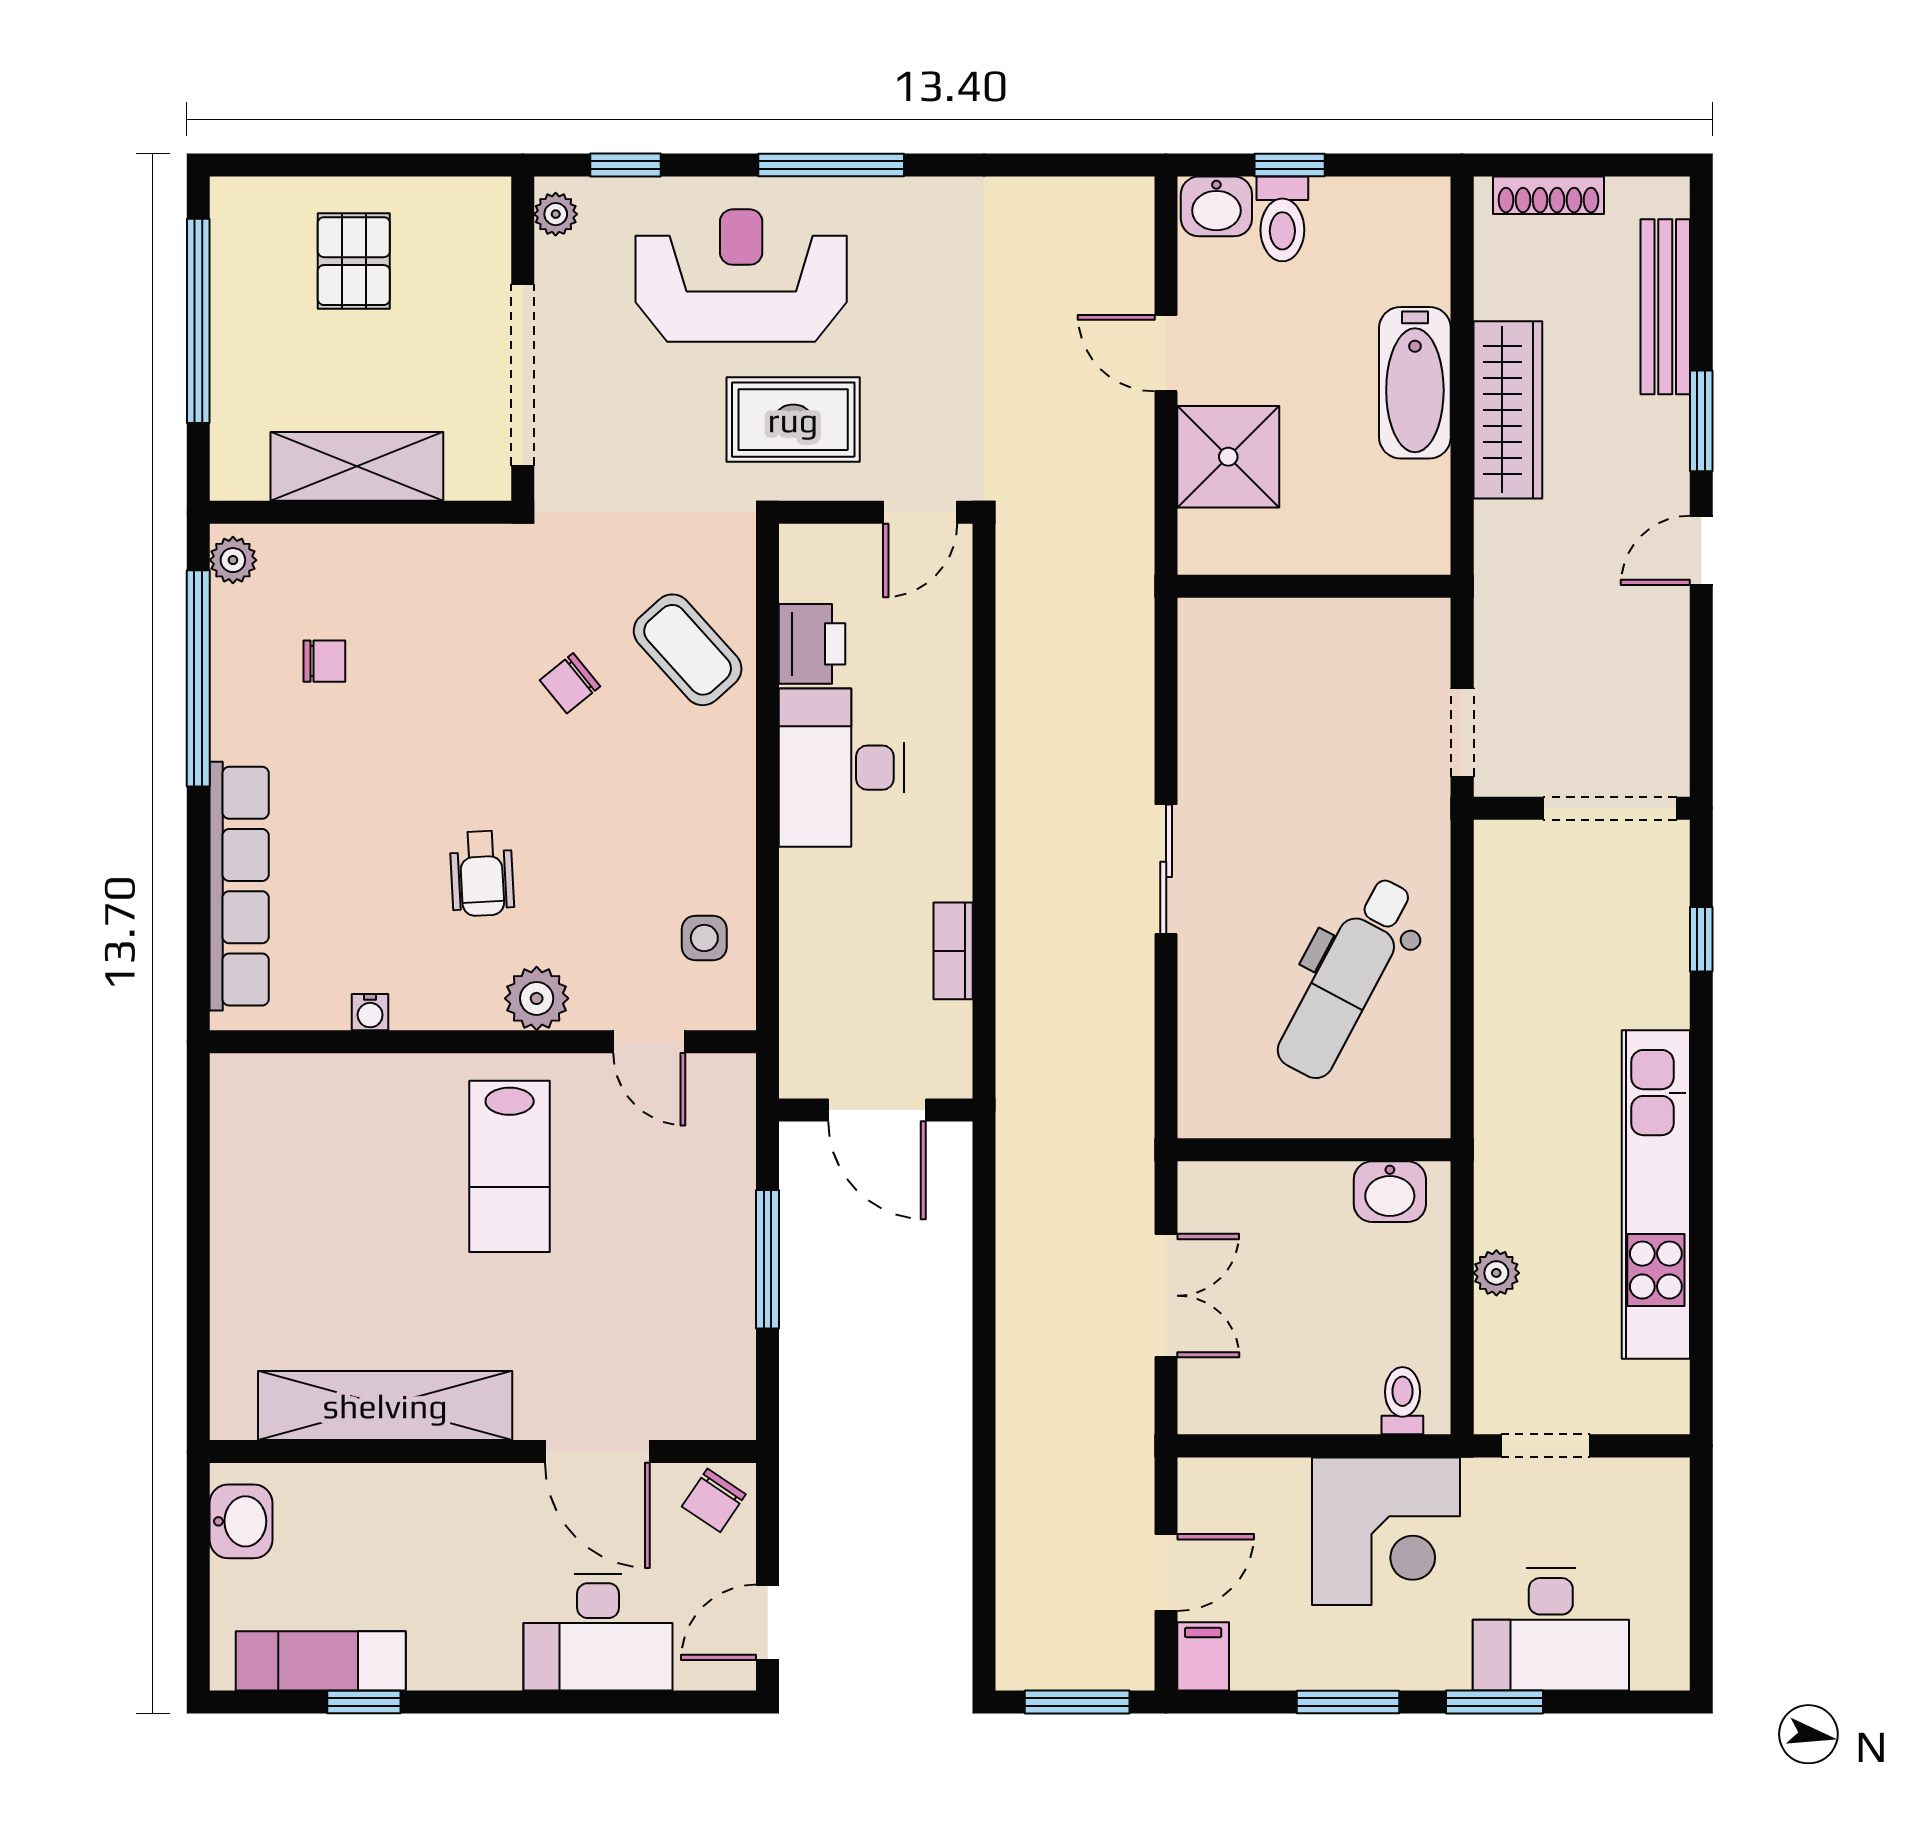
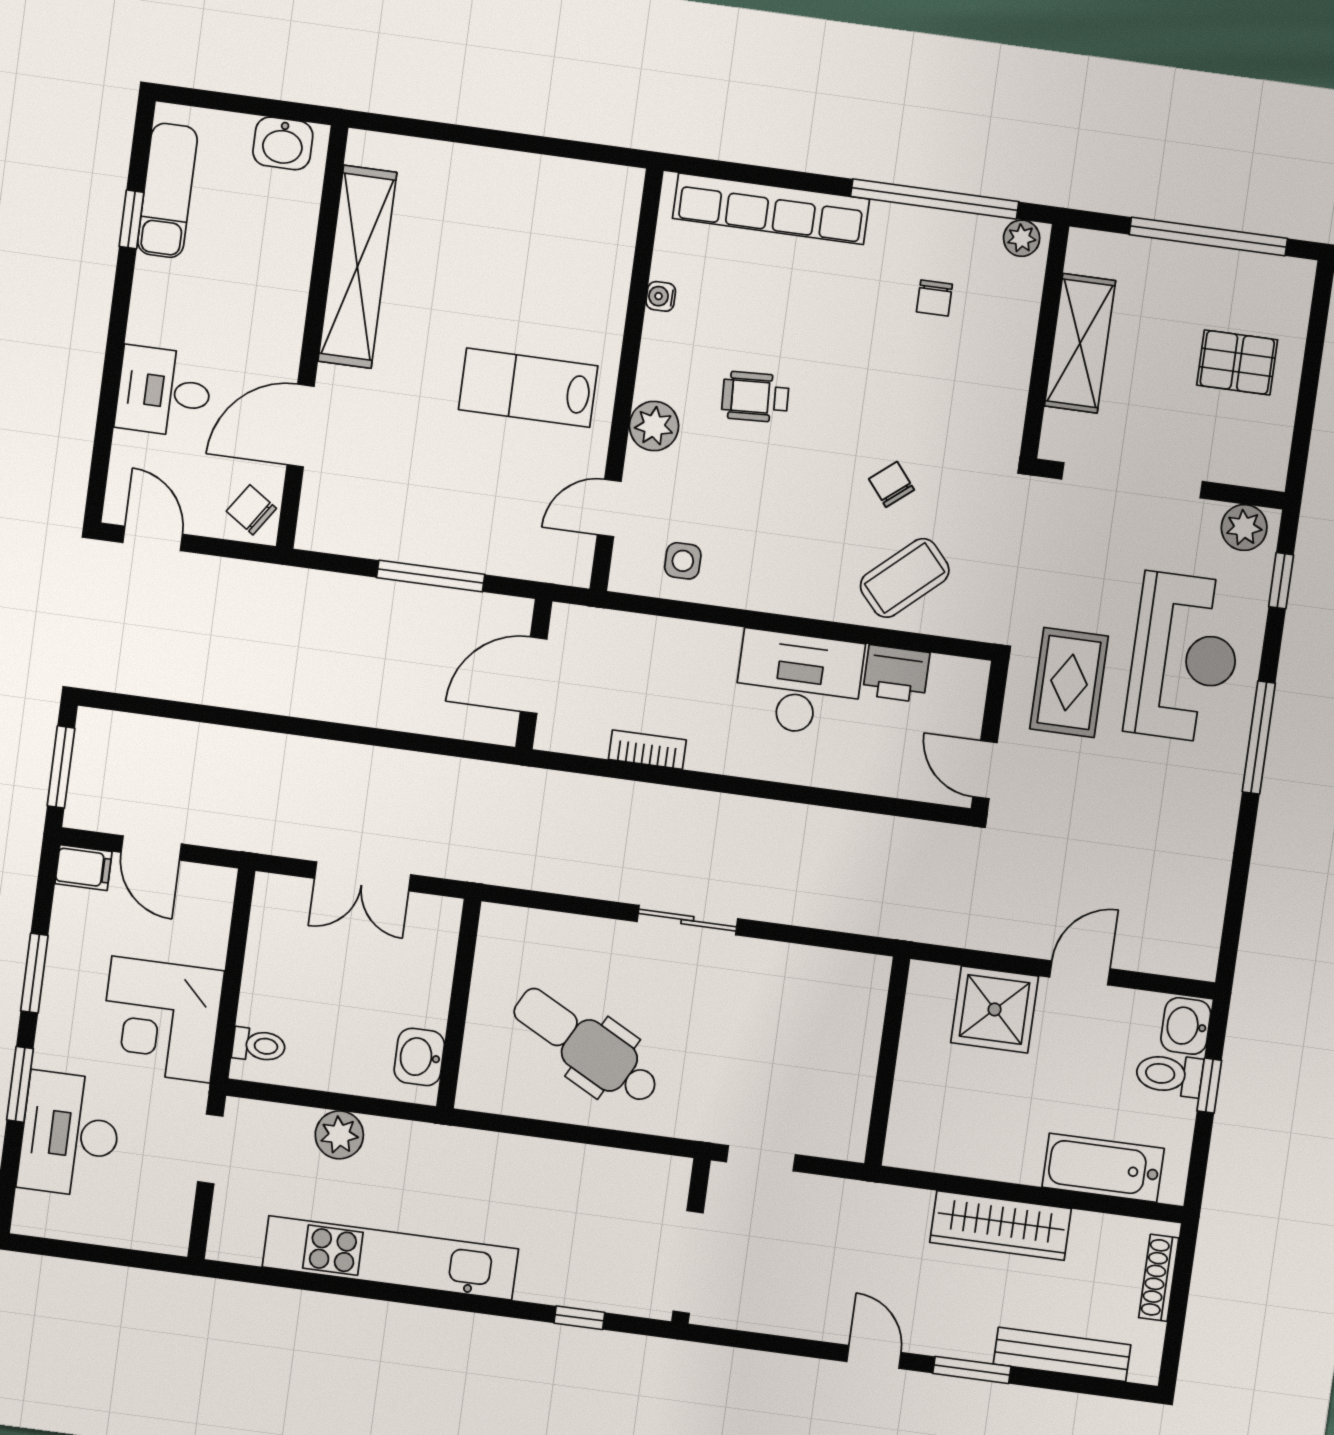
plant: (556, 214) -> (1244, 527), width x1.38, depth x1.38
bathtub: (1415, 383) -> (1103, 1168), moved
plant: (1496, 1273) -> (339, 1135), width x1.38, depth x1.38
desk: (598, 1632) -> (164, 392), width x0.73

